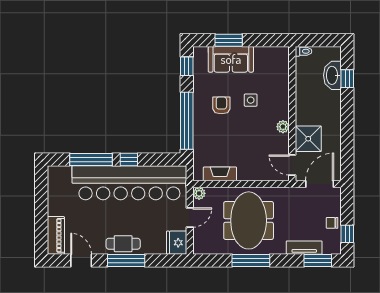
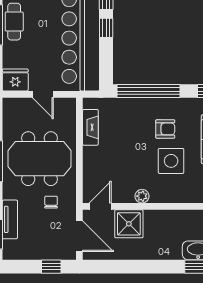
side table: (251, 100) -> (171, 161), width x1.87, depth x1.87
plant: (199, 193) -> (69, 105), removed
chair: (332, 223) -> (51, 202), moved
window: (347, 234) -> (51, 267), moved

